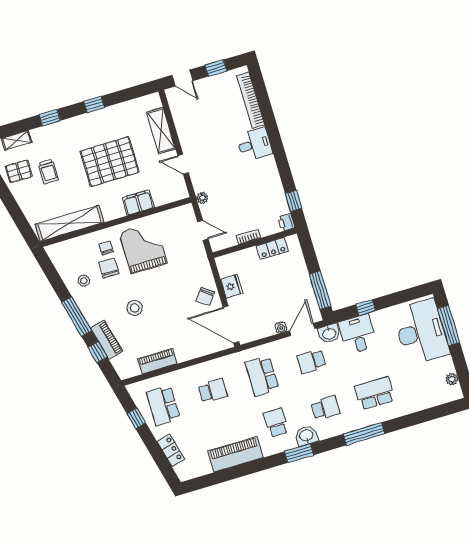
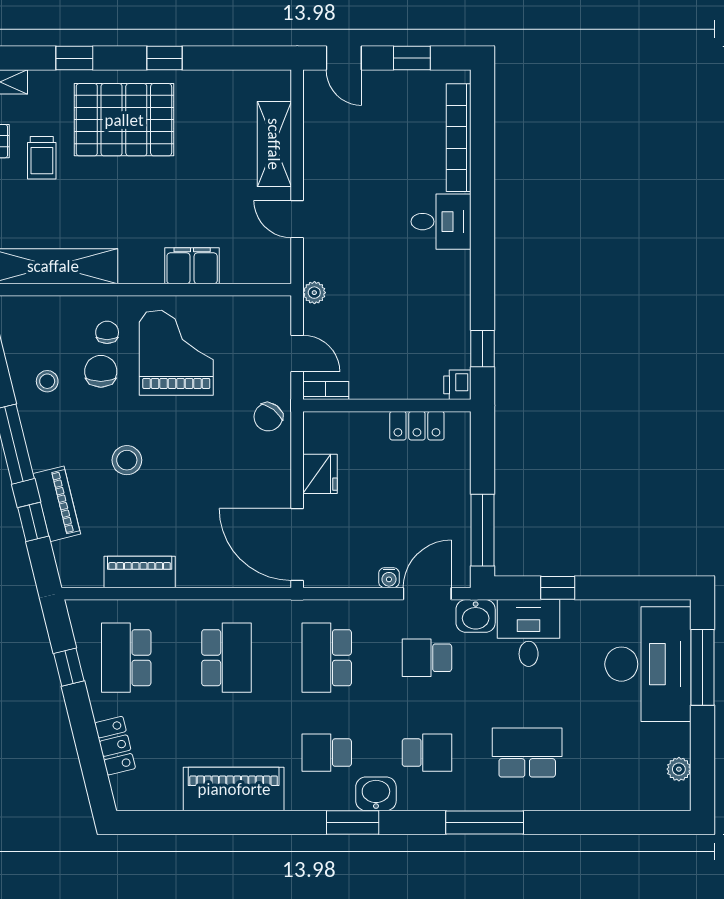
pallet: (110, 162) -> (124, 120), moved
bookcase: (248, 237) -> (326, 391), moved
chair: (205, 296) -> (268, 417), moved
school desk: (213, 391) -> (226, 658), width x1.85
school desk: (276, 423) -> (327, 753), turned -90

